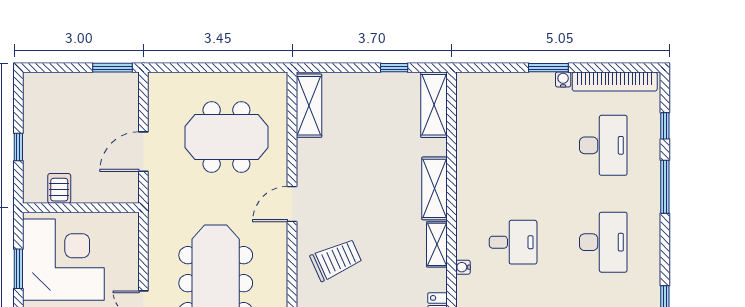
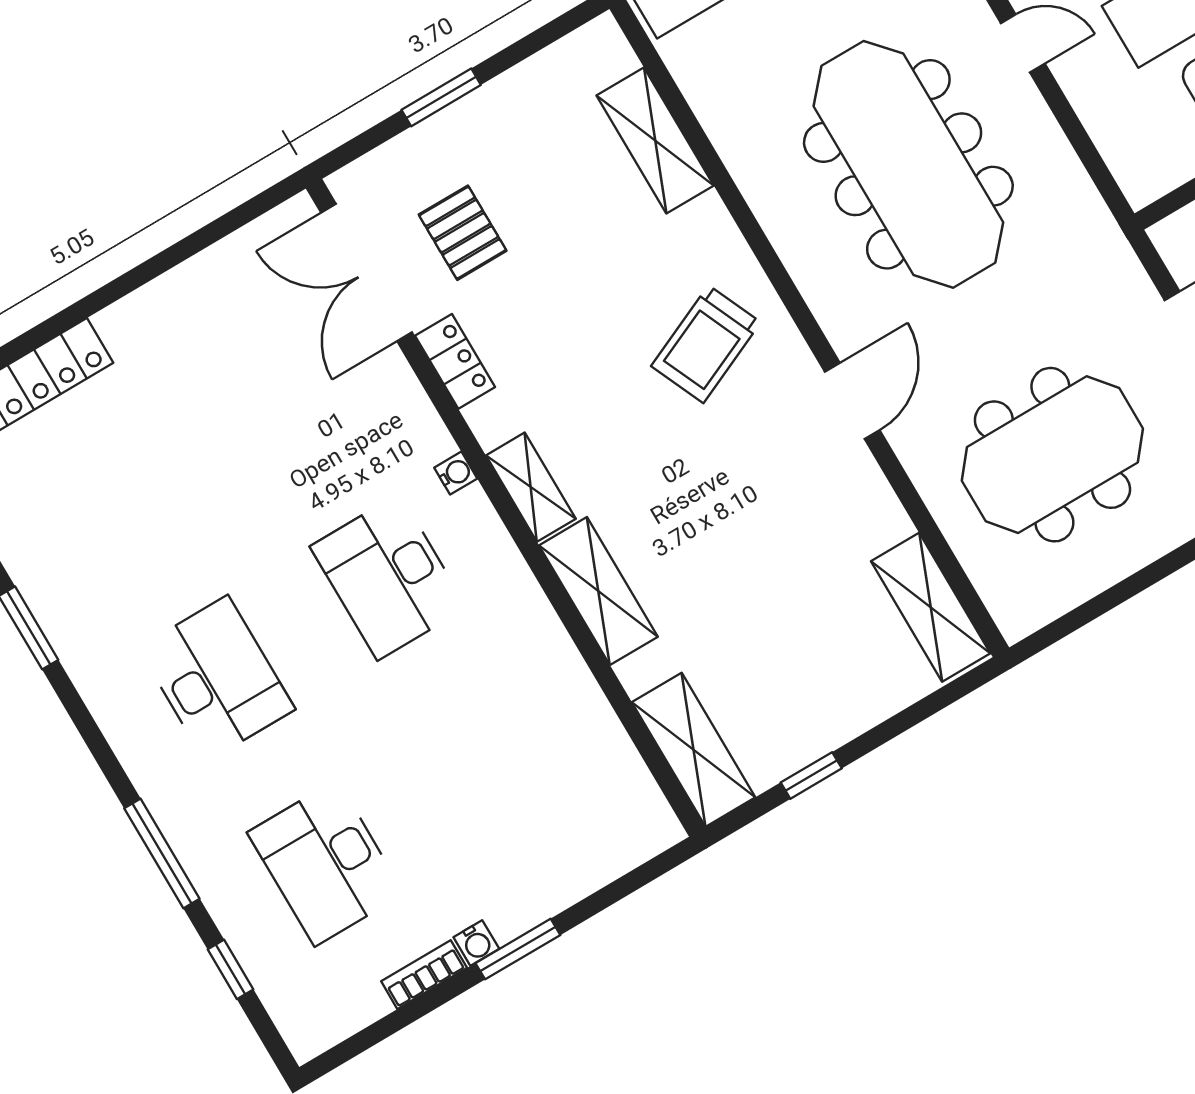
bookcase: (615, 82) -> (424, 975), width x0.43, depth x0.76
desk: (513, 242) -> (388, 577), width x1.37
desk: (603, 242) -> (217, 679), turned 180

